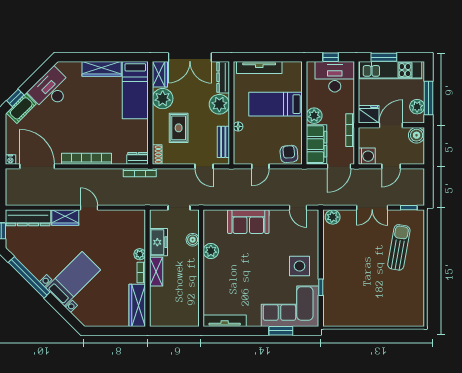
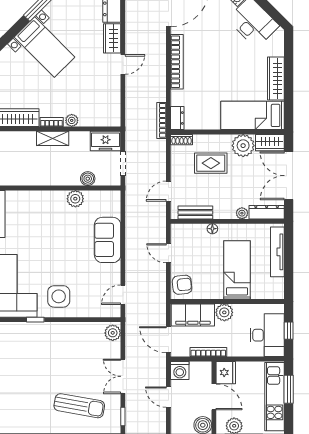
plant: (219, 104) -> (242, 213), width x0.53, depth x0.53
freezer: (159, 242) -> (106, 141), moved

